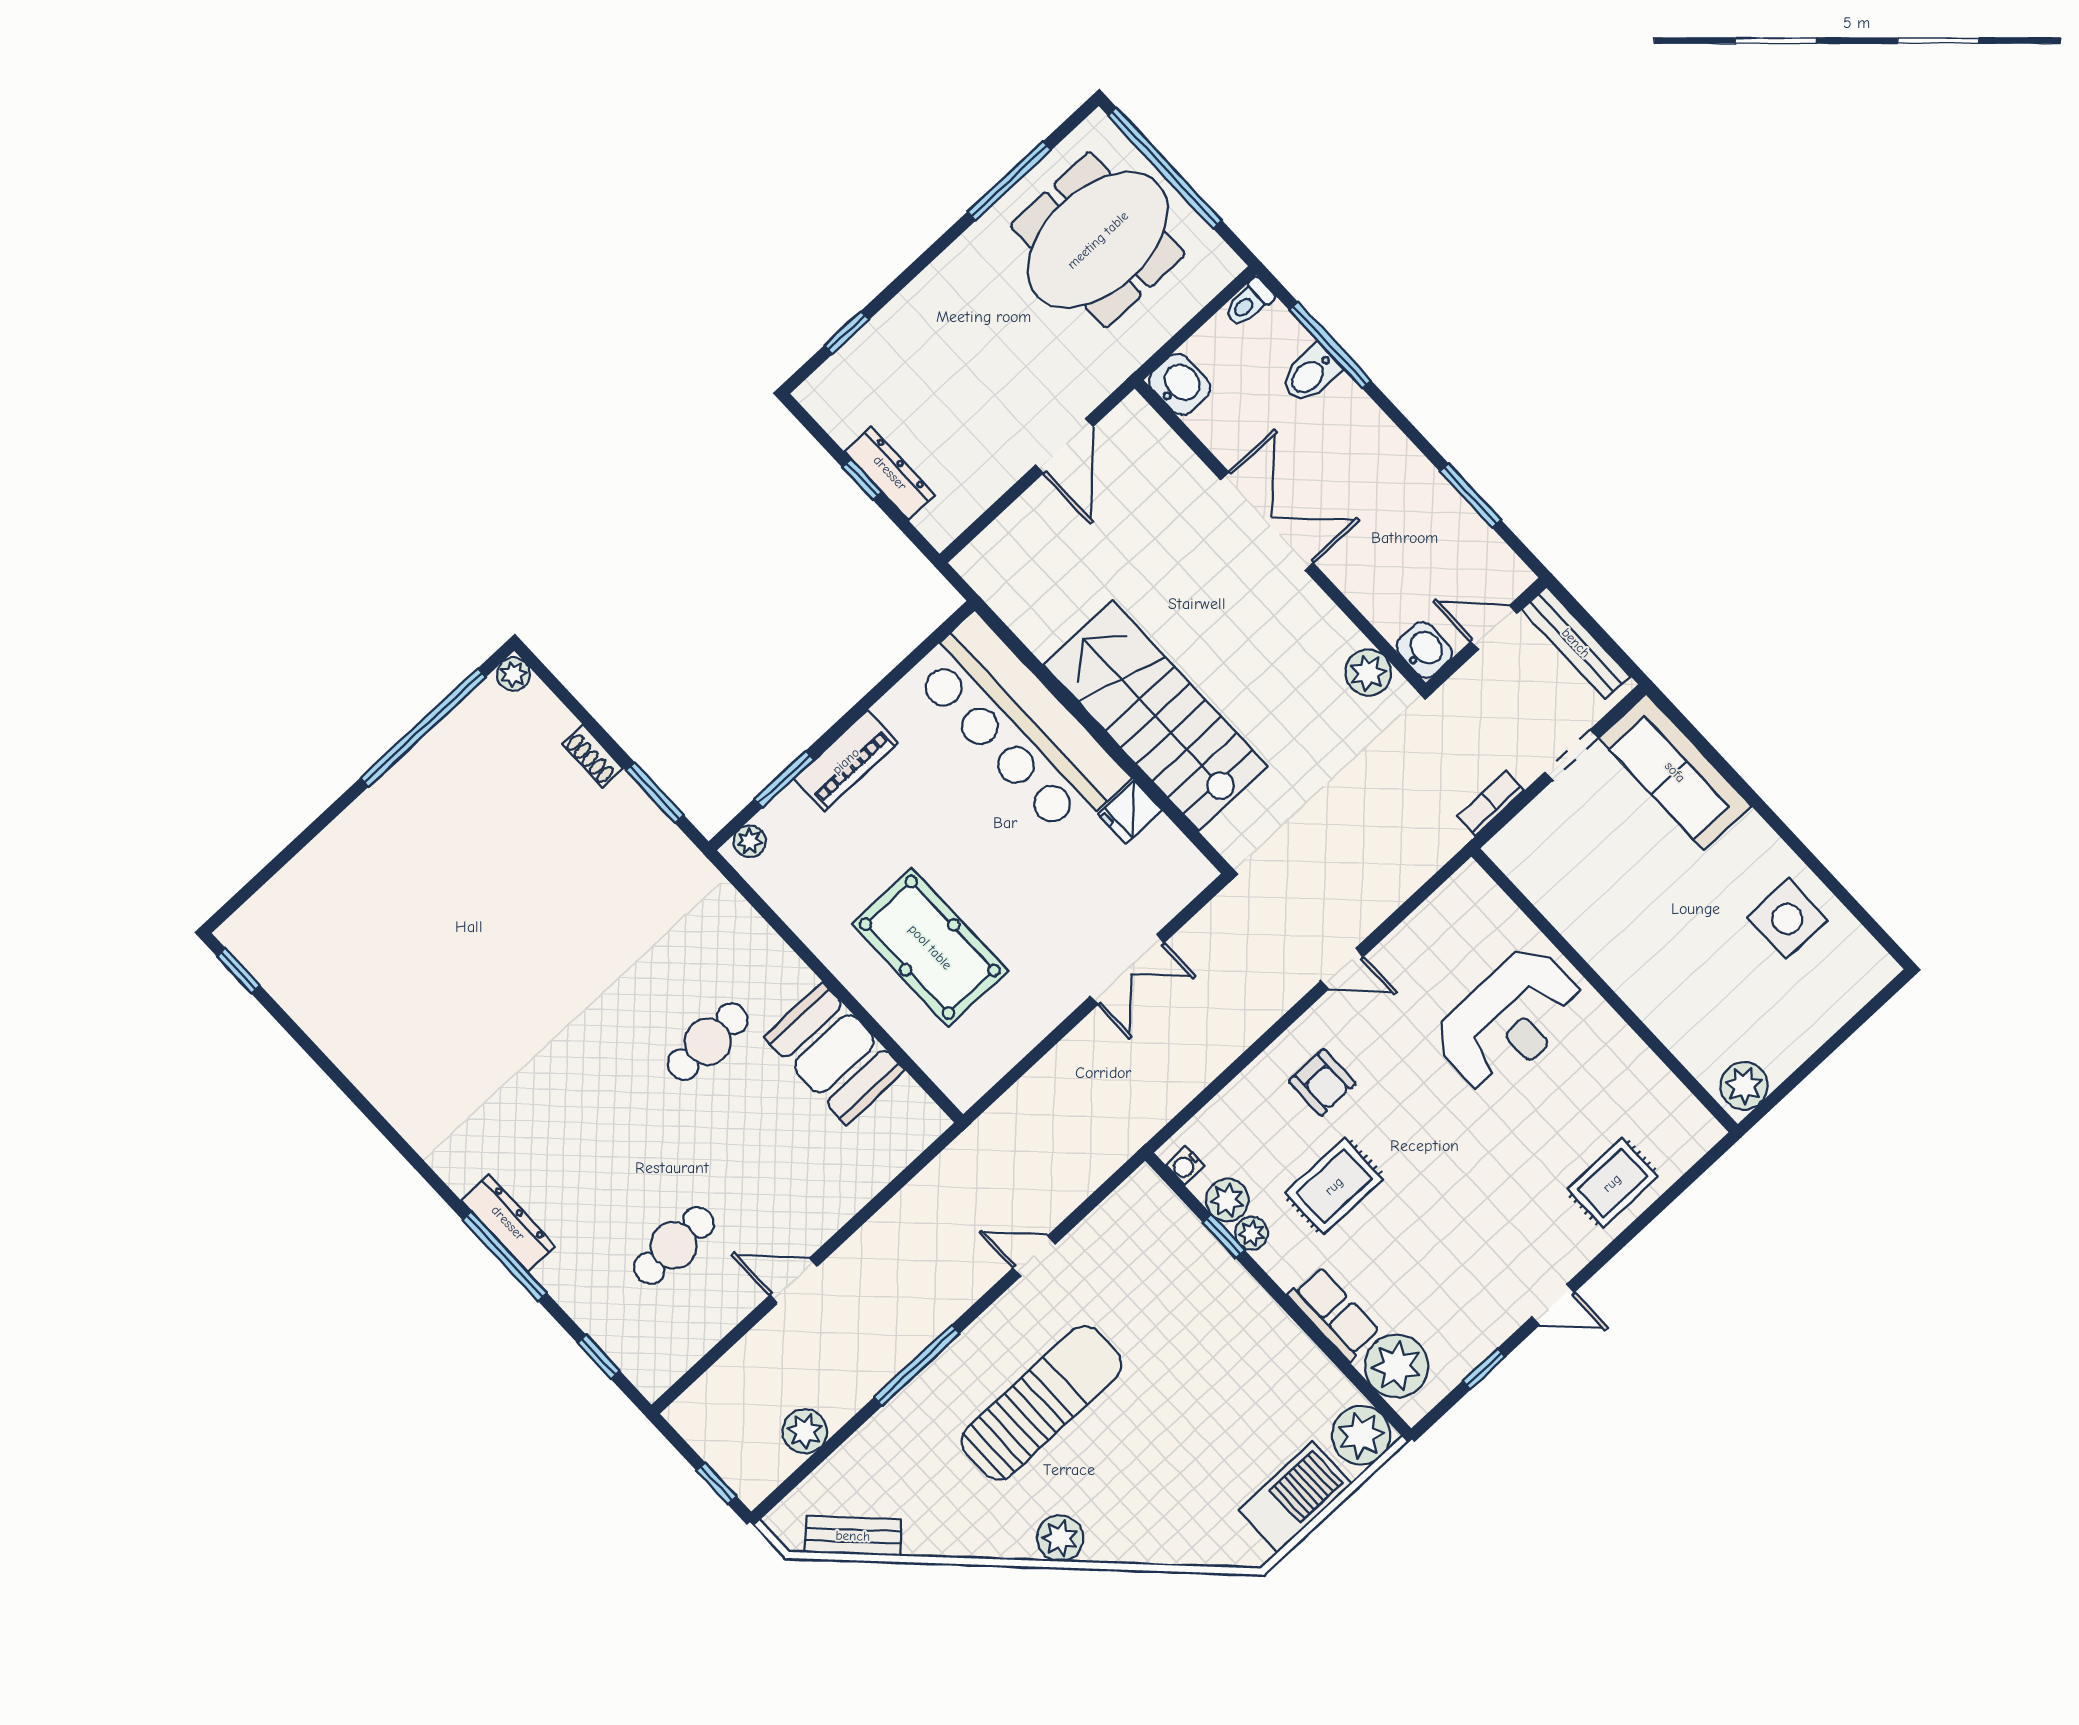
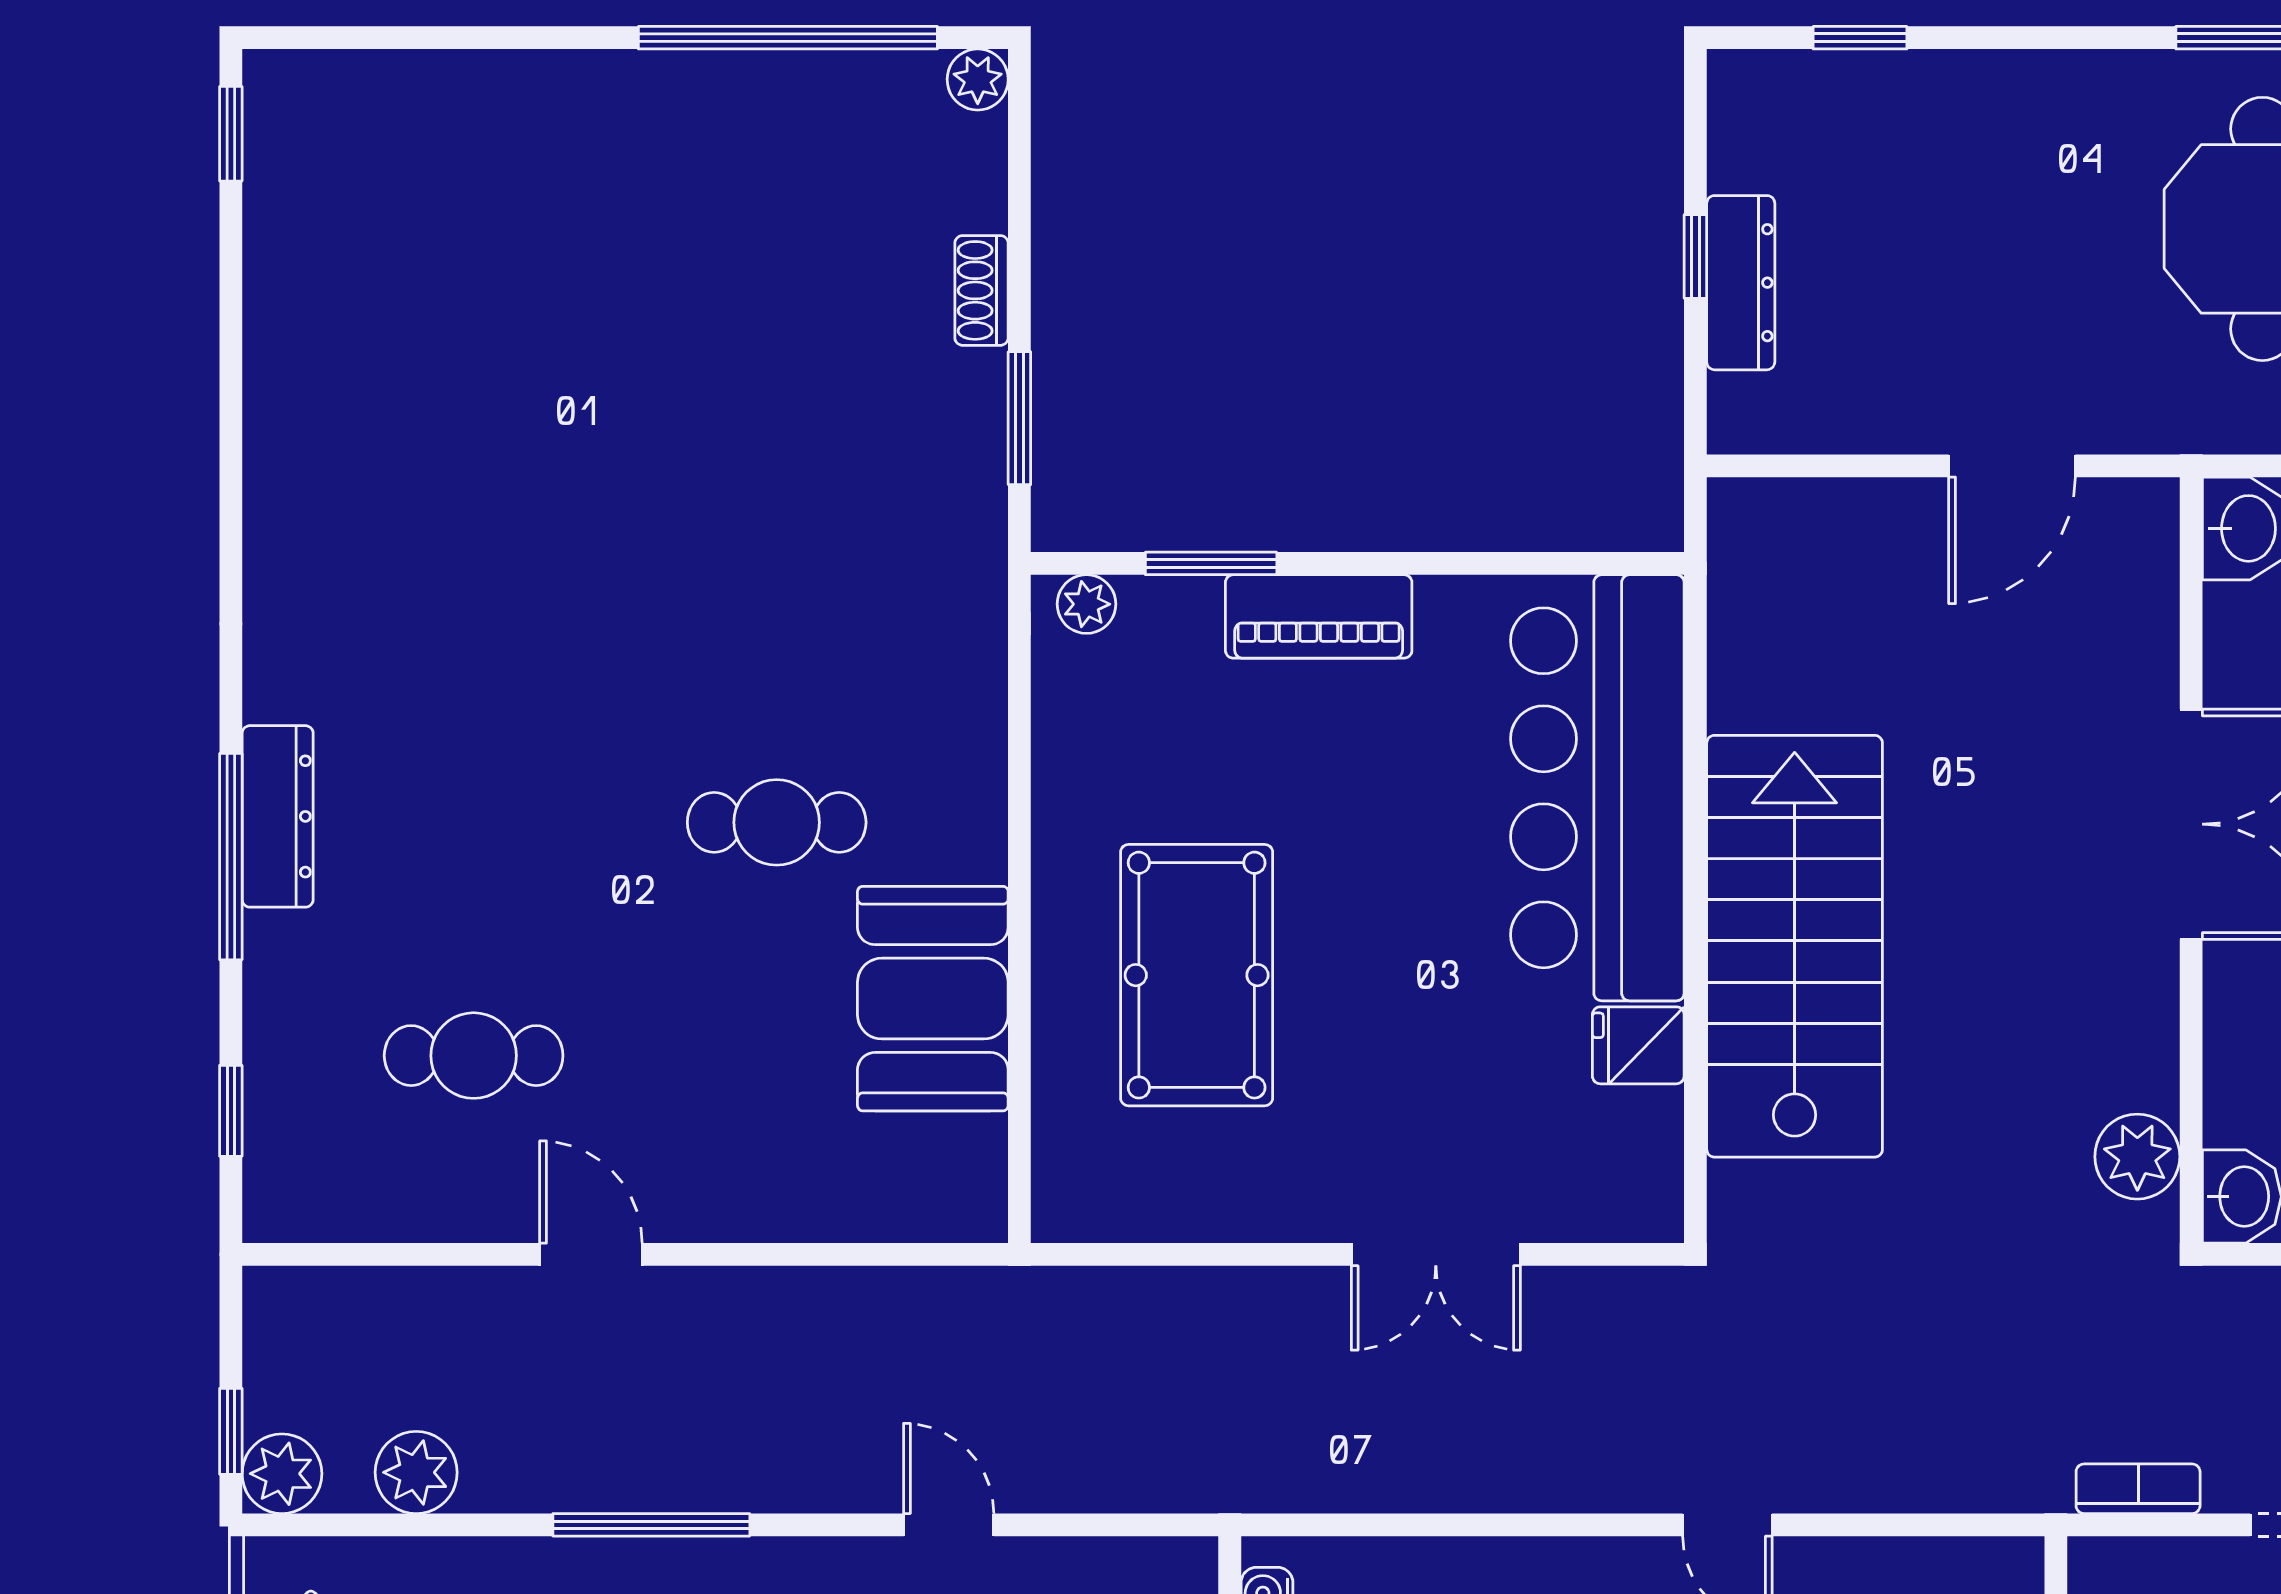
plant: (752, 1481) -> (282, 1474), added

